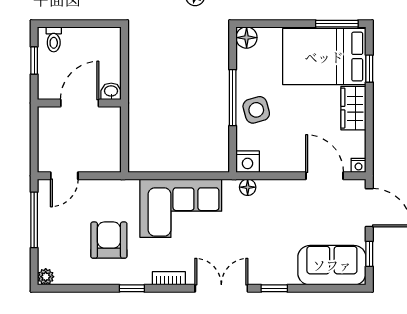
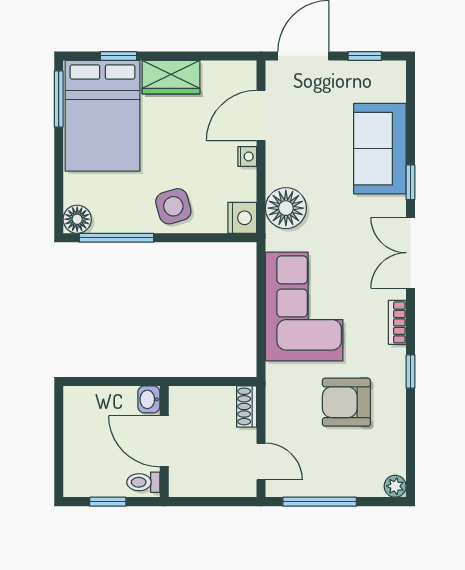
toilet: (54, 39) -> (143, 482), moved, turned 180
window: (233, 98) -> (116, 238), moved
shoe rack: (106, 165) -> (247, 406), added
nightstand: (359, 165) -> (247, 156), moved
floor lamp: (248, 187) -> (286, 208), width x1.89, depth x1.89
sofa: (332, 265) -> (380, 149), moved

